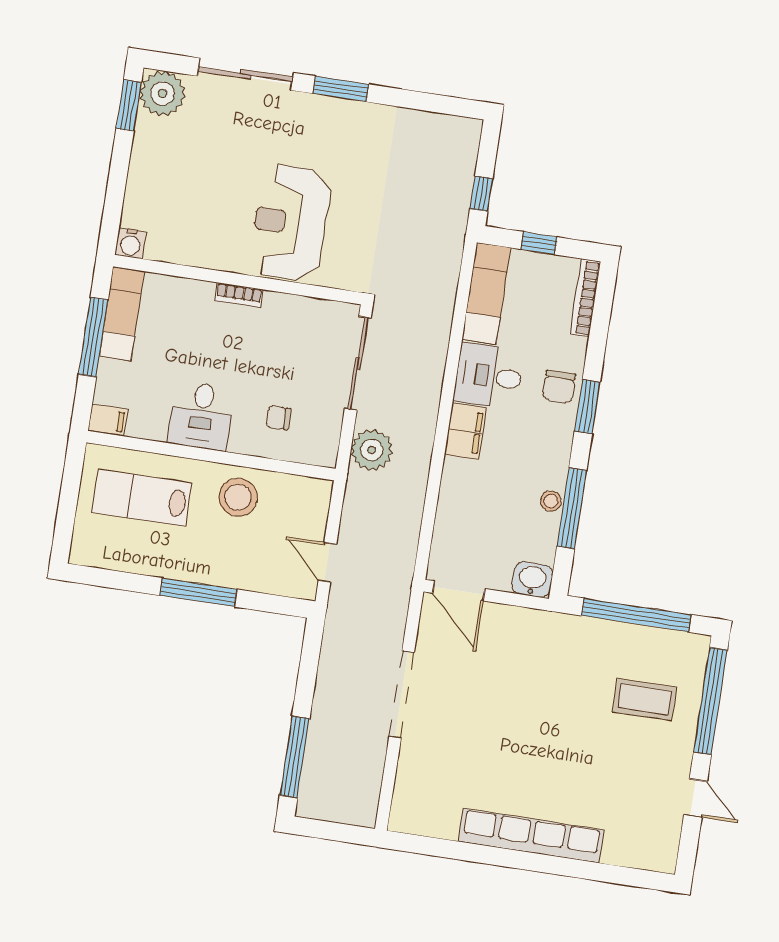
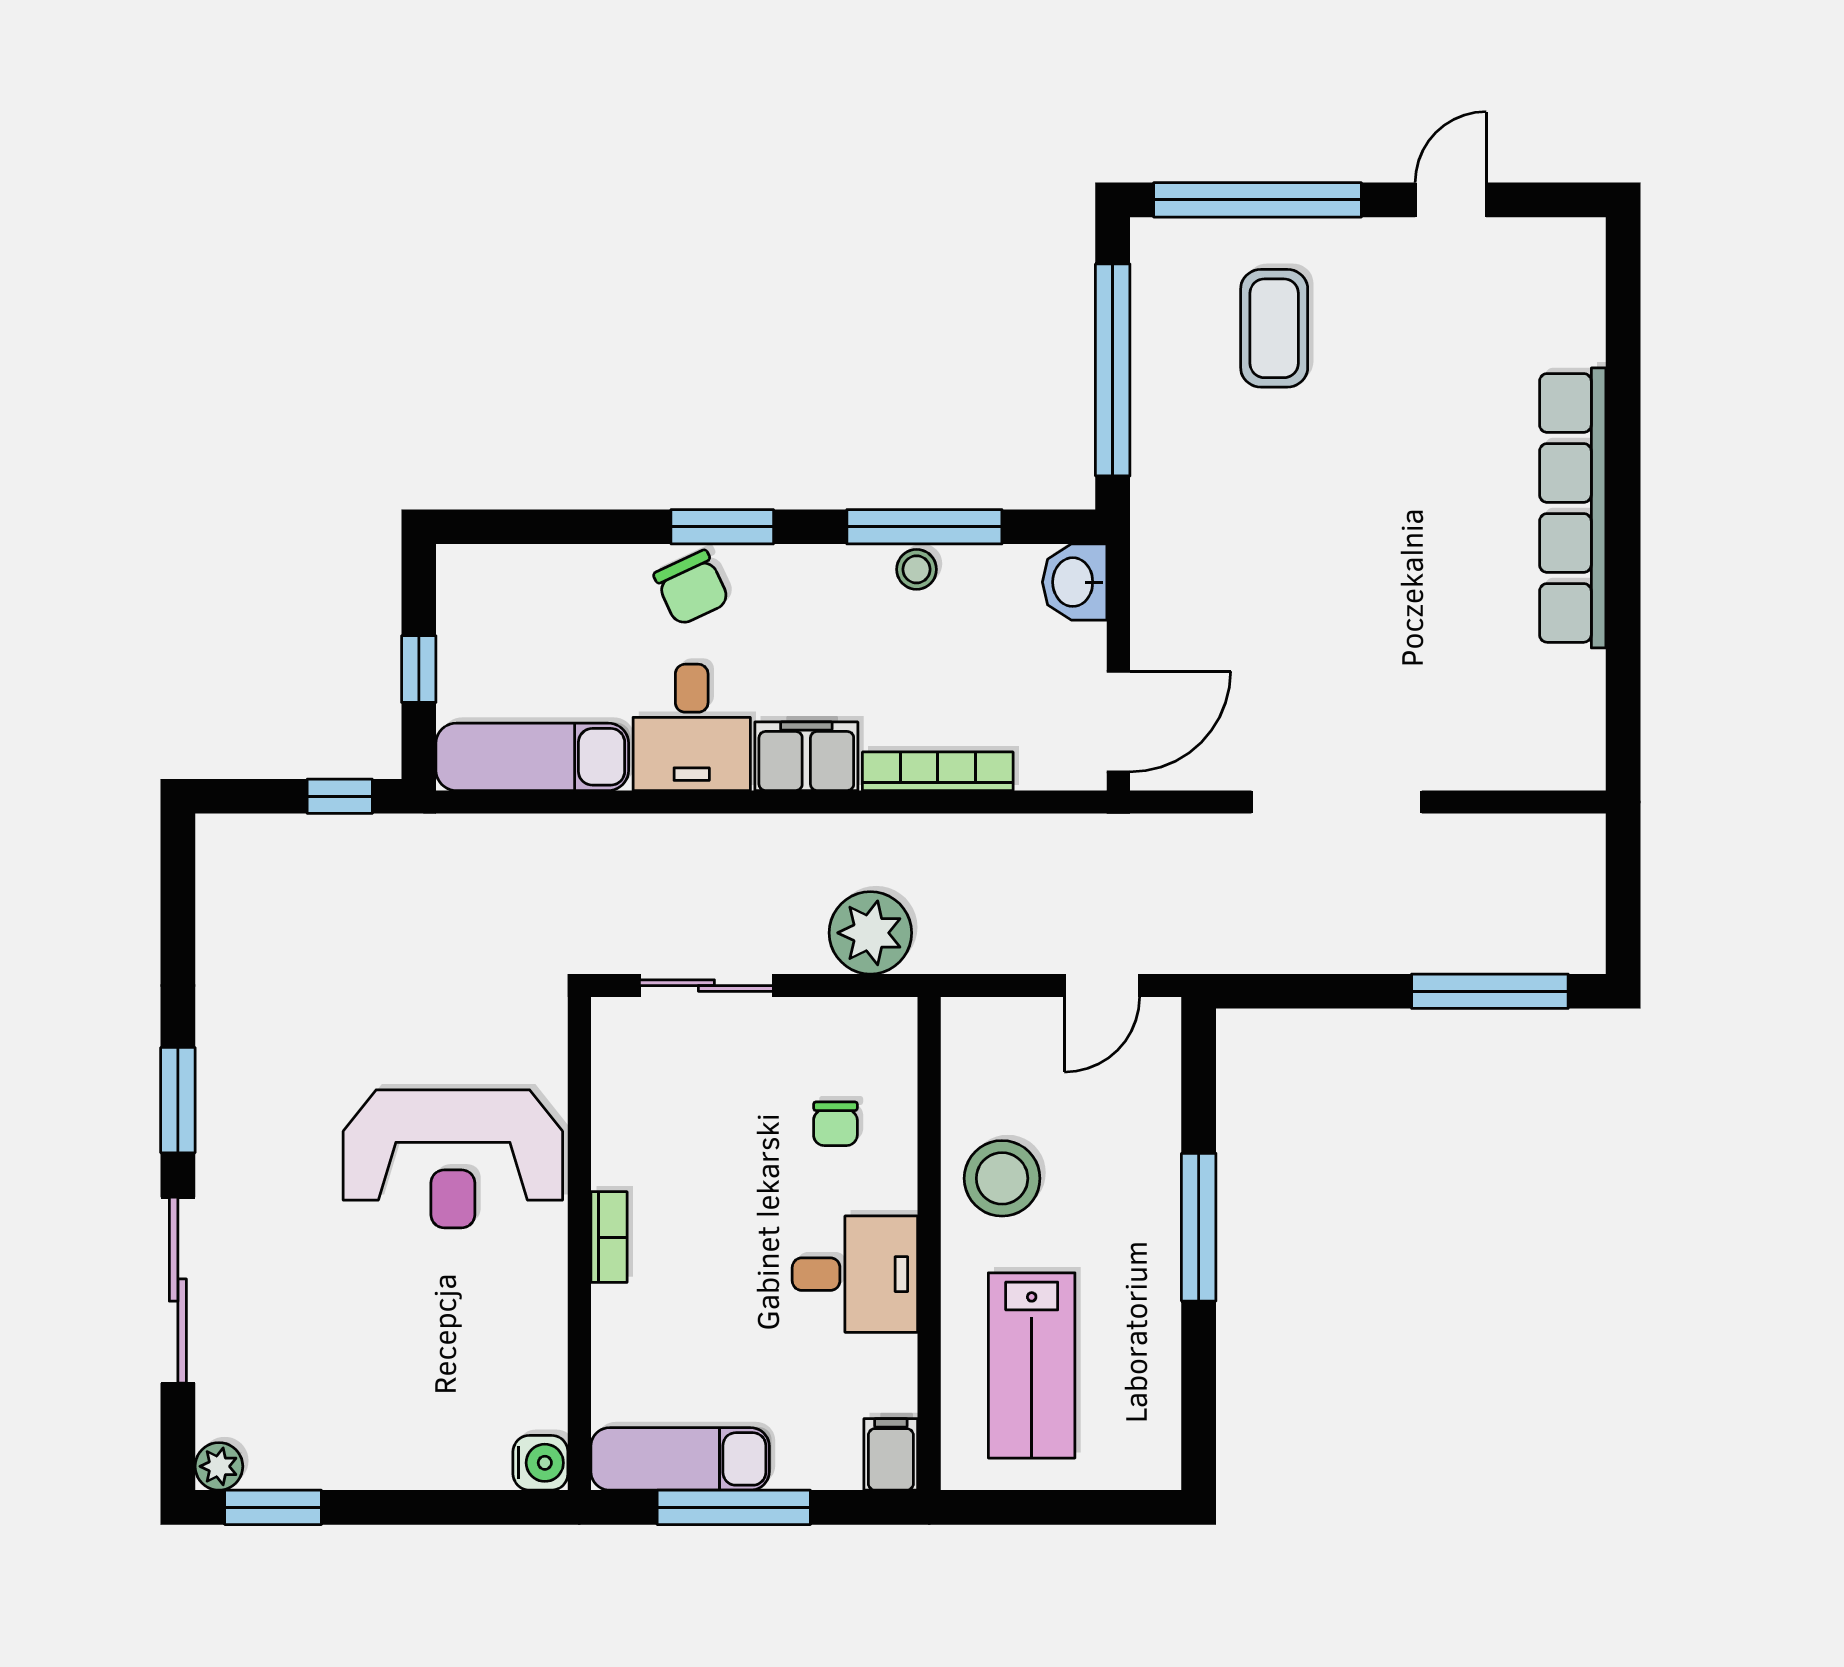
plant: (162, 93) -> (219, 1466), width x0.53, depth x0.53
bookcase: (585, 298) -> (938, 771), moved, turned 180
sliding door: (358, 363) -> (706, 986), width x0.73
chair: (559, 387) -> (692, 588), turned 65

